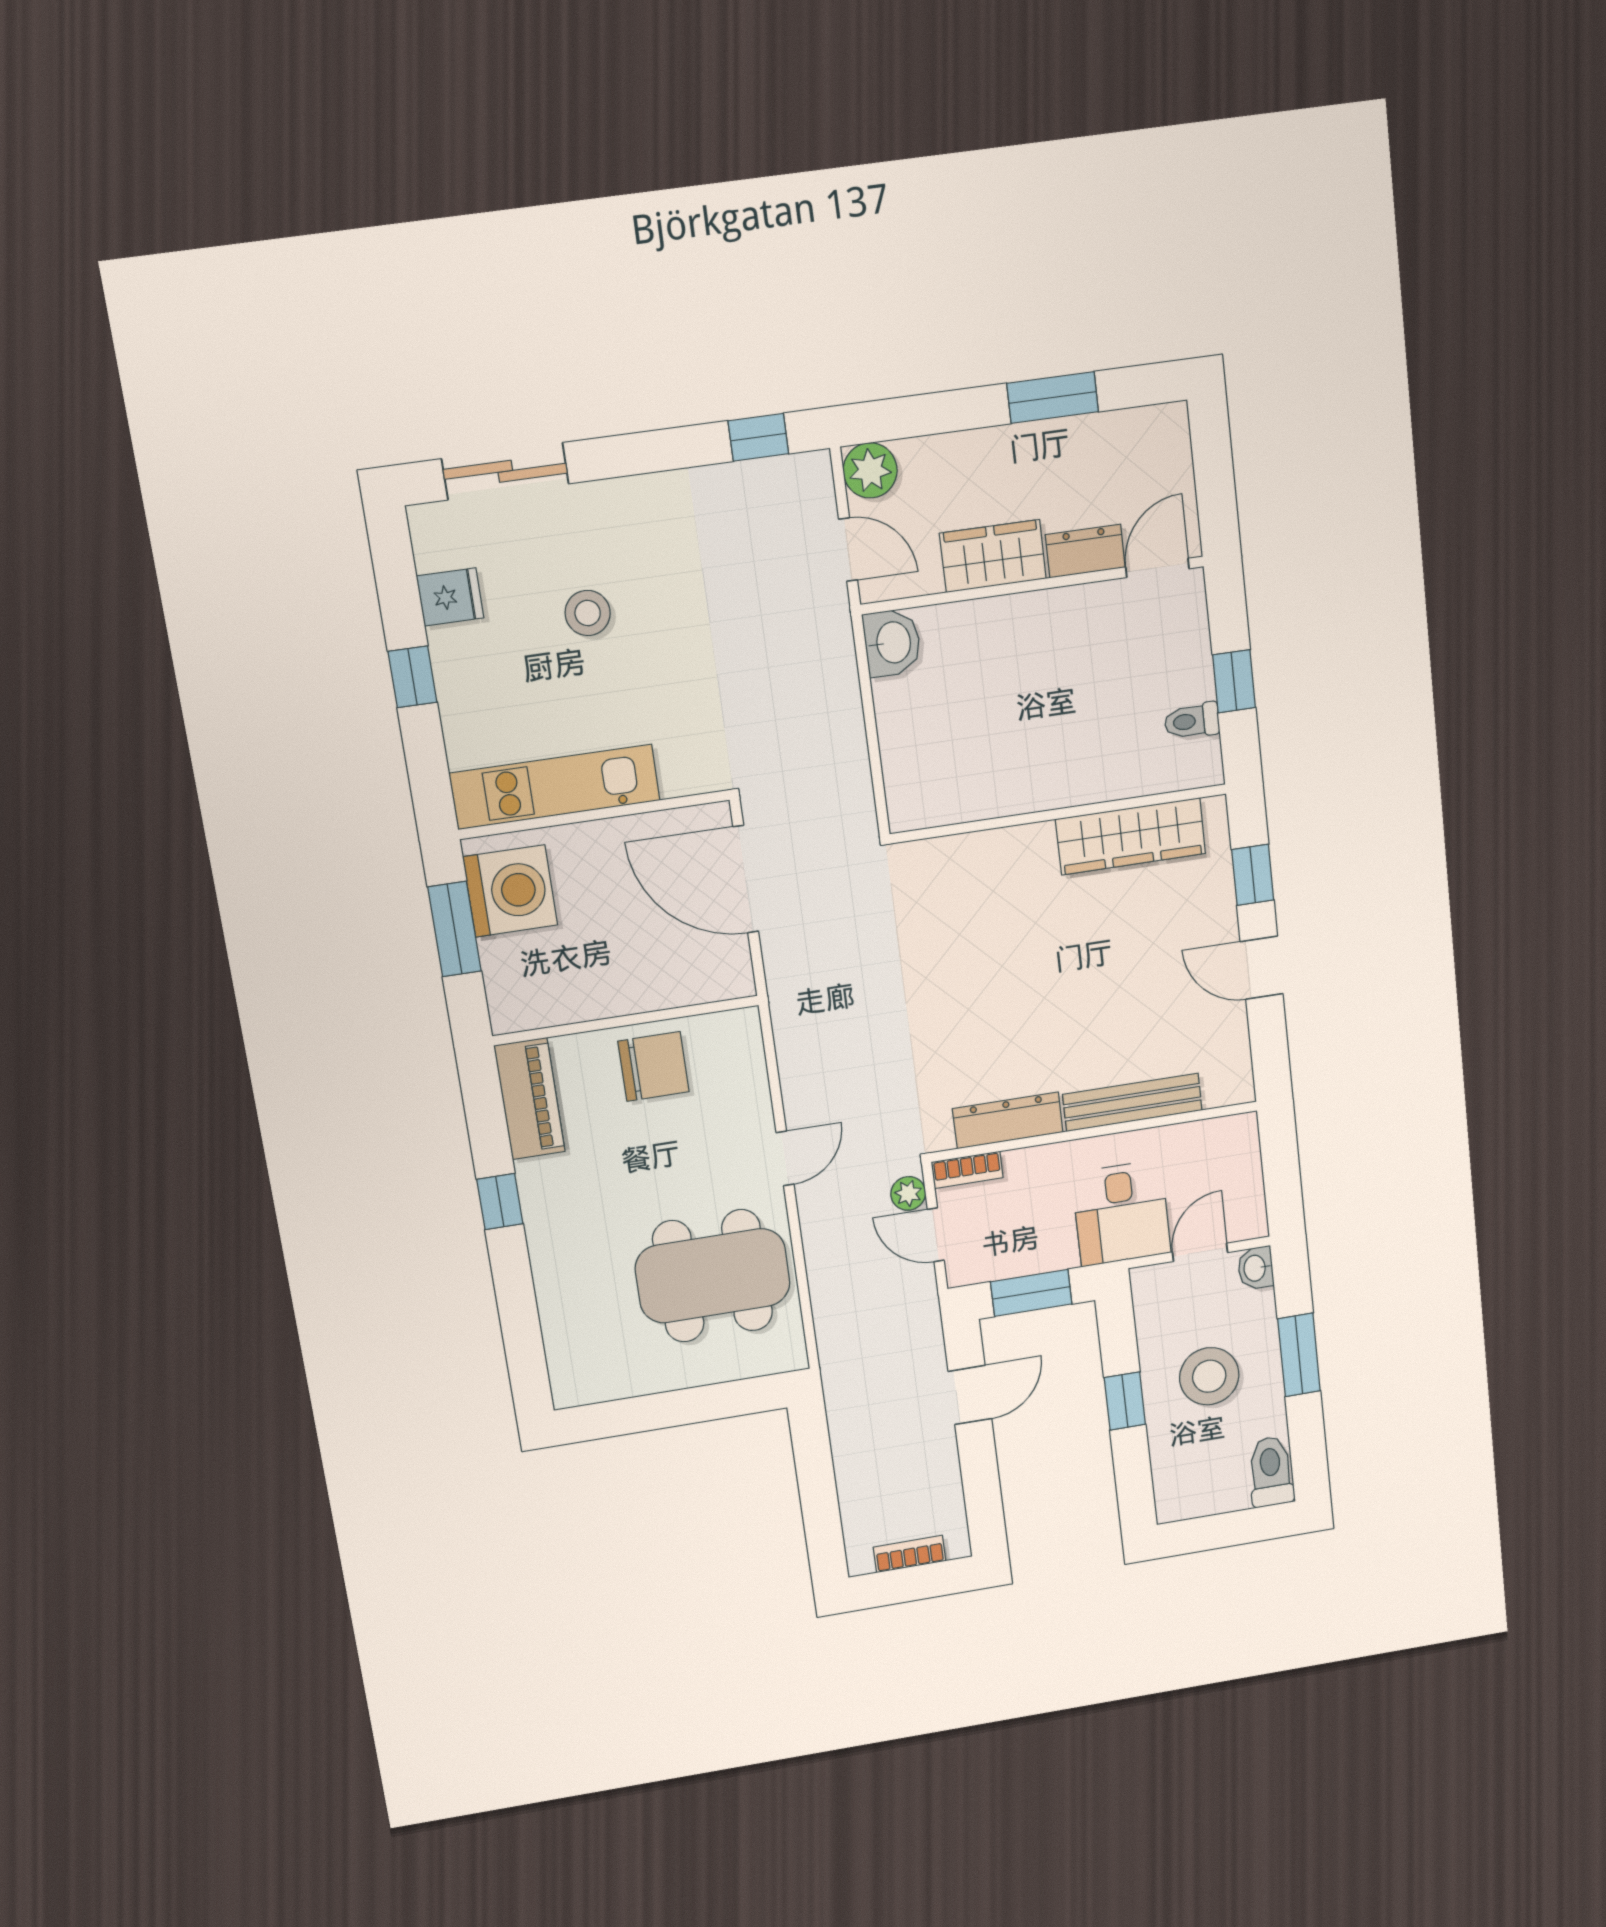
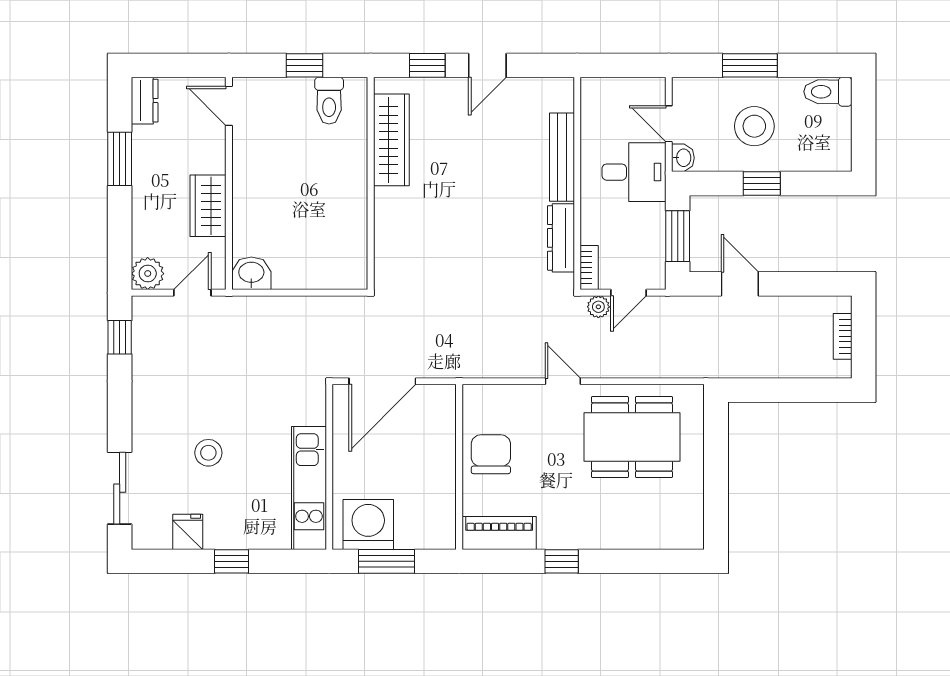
dresser: (1085, 551) -> (145, 101), moved, turned 180
toilet: (1192, 721) -> (329, 101), width x1.37, depth x1.39
washbasin: (1256, 1268) -> (683, 158), moved, turned -90
dining table: (713, 1276) -> (632, 437), turned 90

